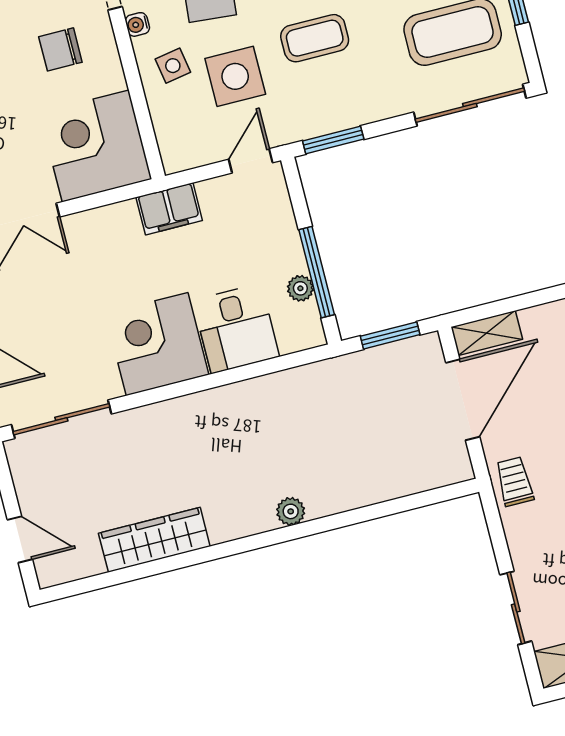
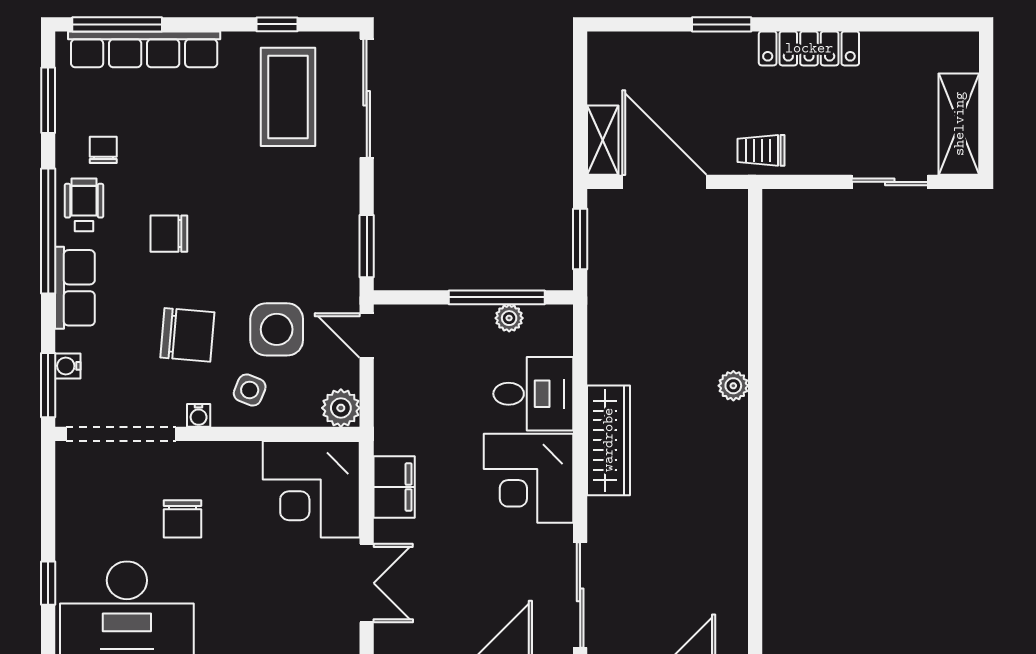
coffee table: (315, 38) -> (258, 239), removed
chair: (60, 49) -> (183, 519), moved
side table: (173, 66) -> (250, 390), turned 32
plant: (178, 154) -> (341, 408), added
filing cabinet: (169, 209) -> (394, 487), moved
wardrobe: (154, 540) -> (608, 440), moved, turned 180

